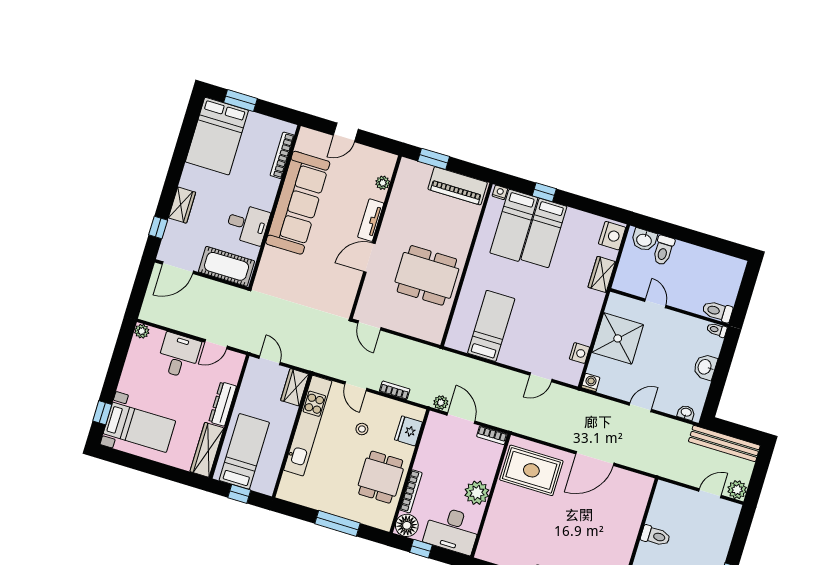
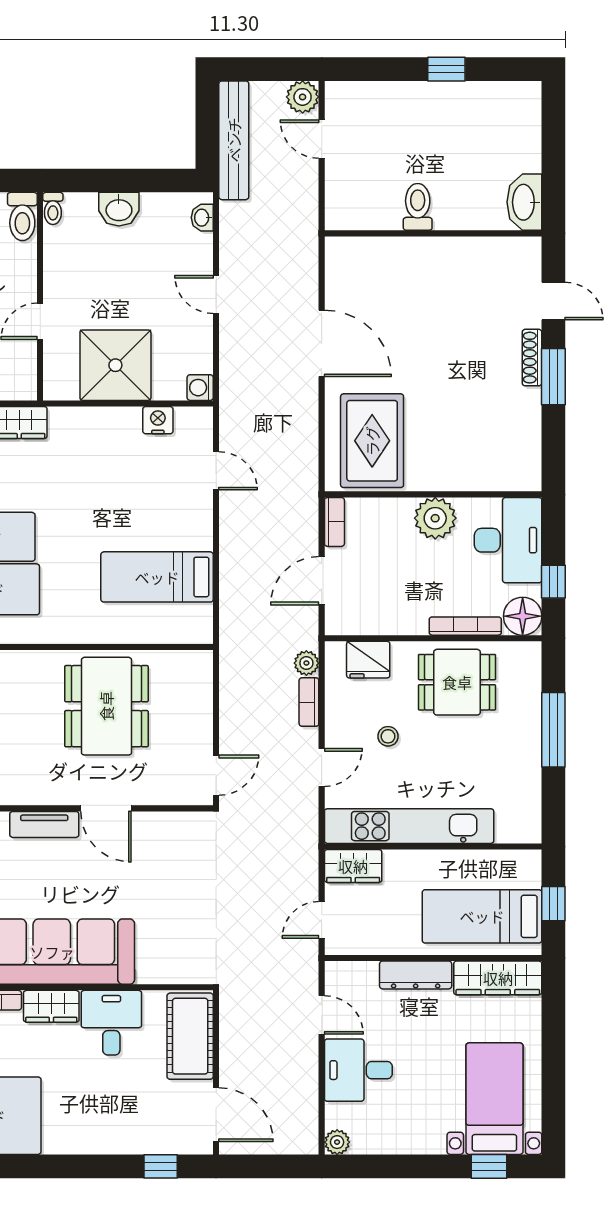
wardrobe: (182, 205) -> (51, 1006), moved, turned 180
plant: (441, 403) -> (306, 663), moved

